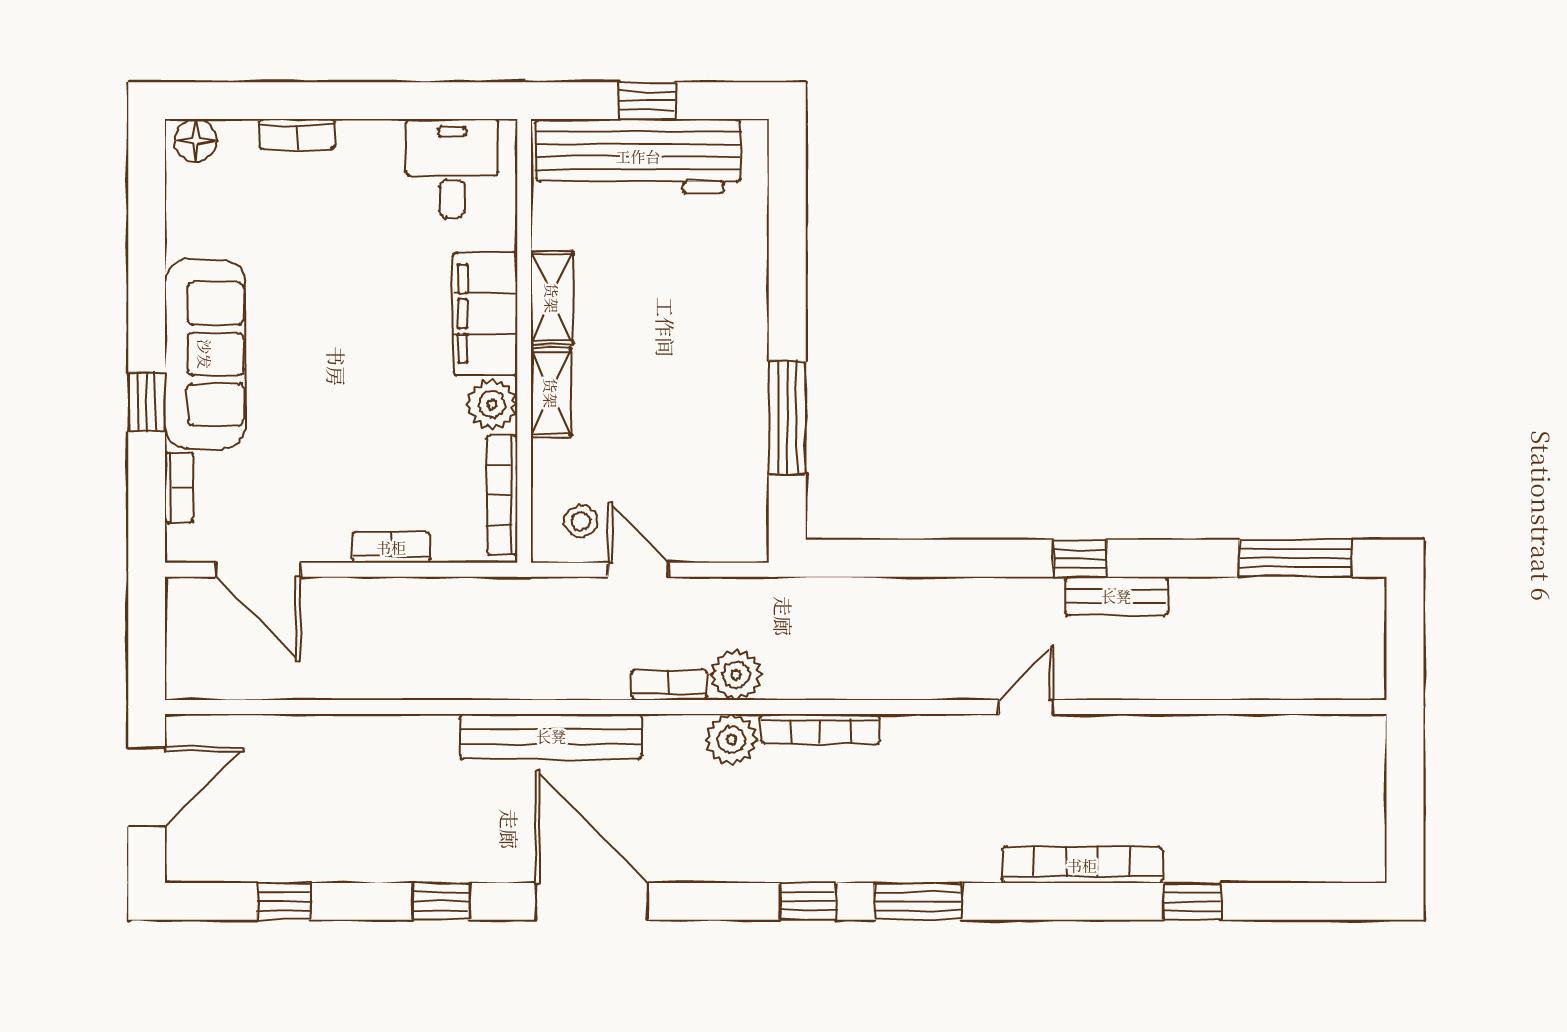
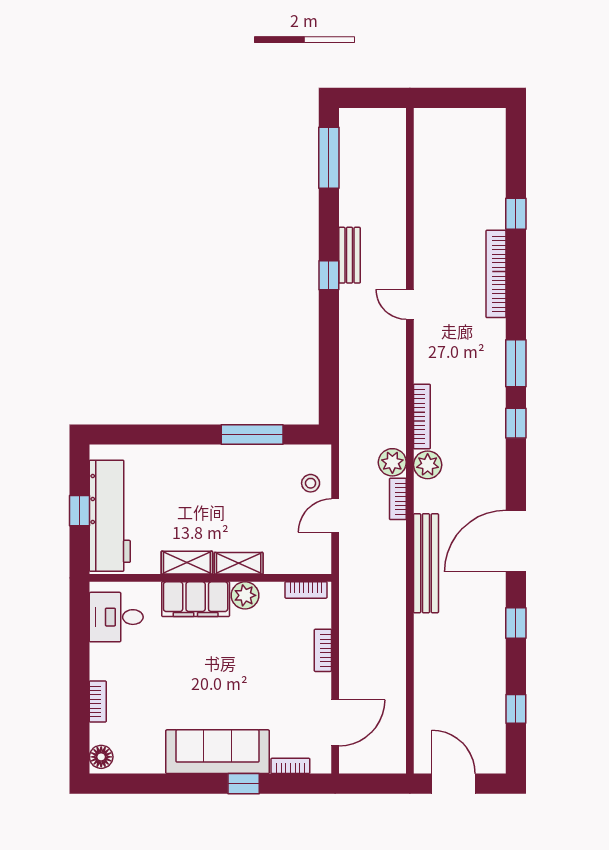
bookcase: (502, 495) -> (306, 590), width x0.64
stool: (581, 521) -> (311, 483), moved

